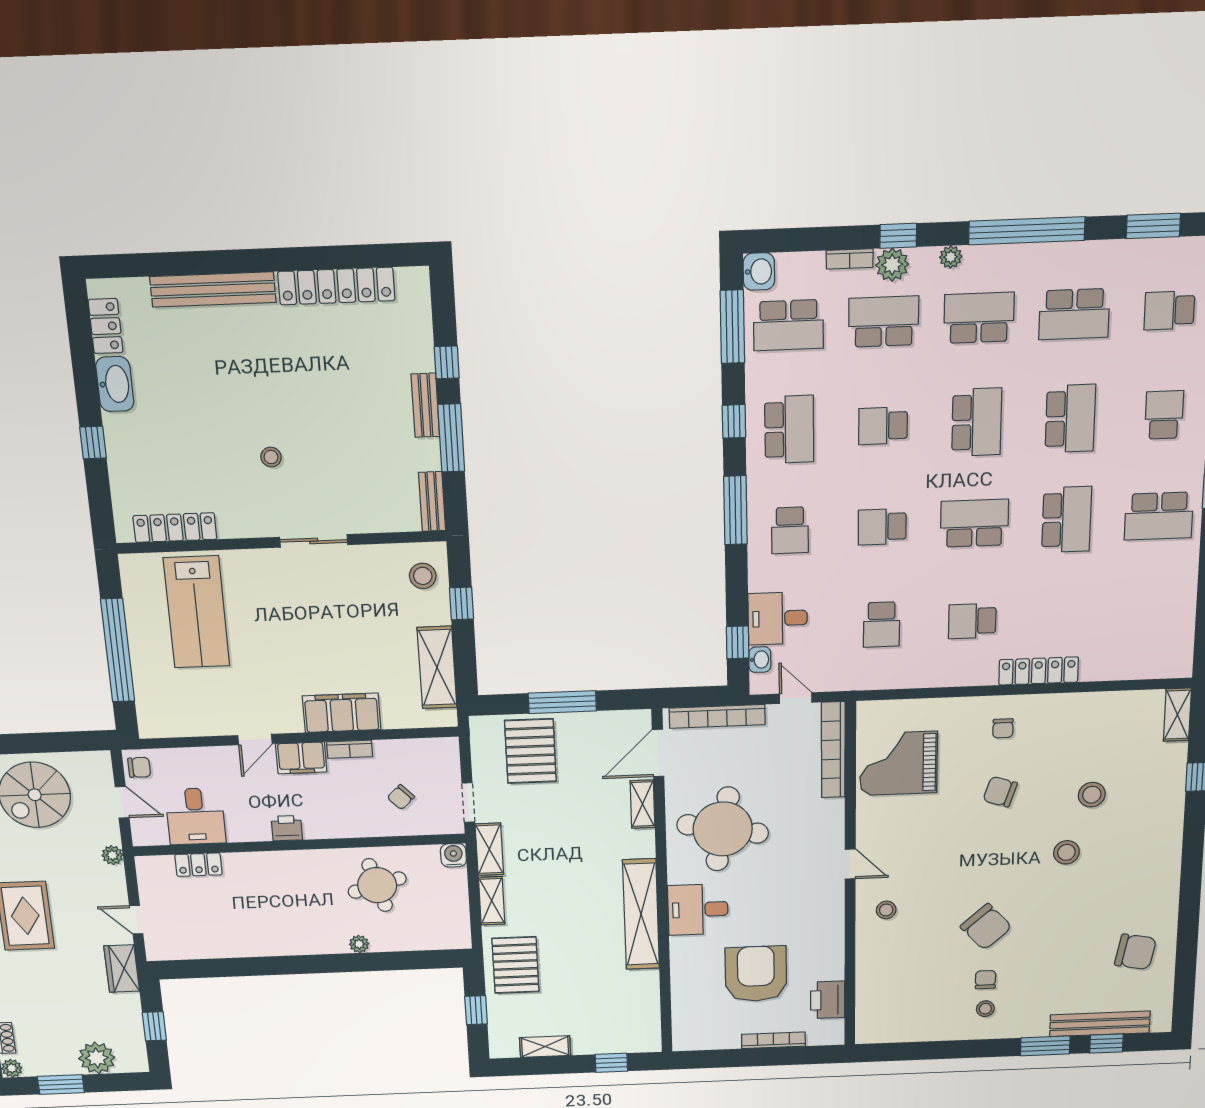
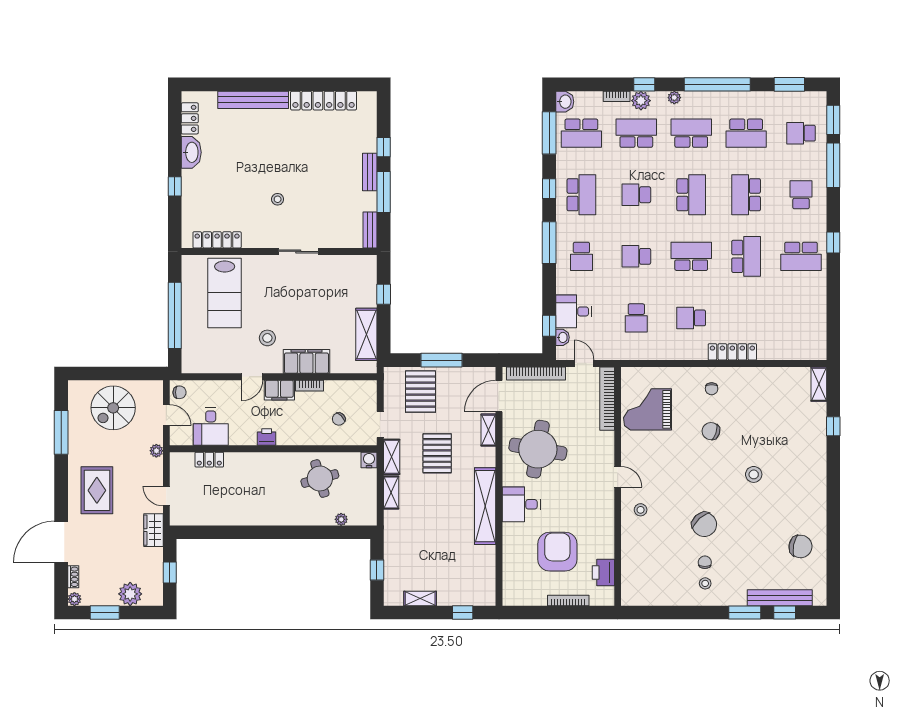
school desk: (1070, 419) -> (746, 195), turned 180
stool: (423, 576) -> (267, 338), moved
stool: (1092, 795) -> (768, 436), removed
plant: (359, 944) -> (341, 519), moved
pallet: (515, 965) -> (437, 453), moved

